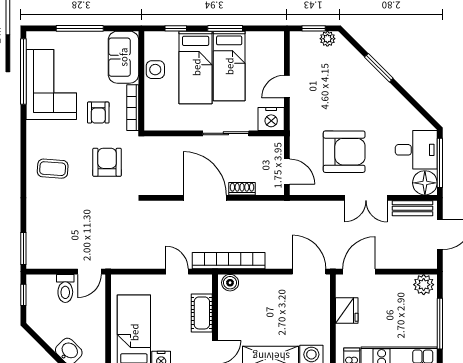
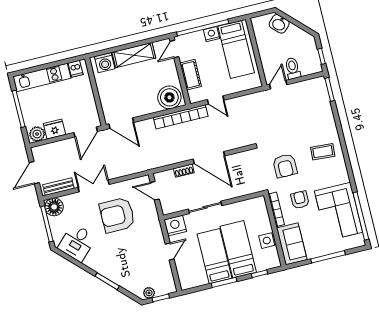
desk: (416, 150) -> (77, 243), moved, turned -45
boiler: (230, 283) -> (169, 97), width x1.86, depth x1.86
fridge: (347, 311) -> (54, 129), moved, turned 90

